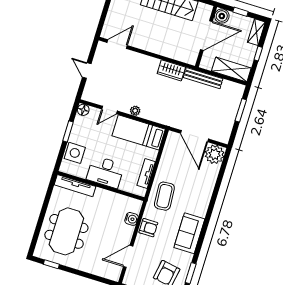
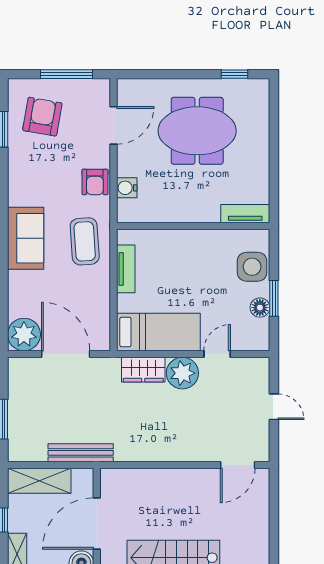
wardrobe: (171, 70) -> (143, 370), moved, turned 180
floor lamp: (83, 110) -> (260, 308), moved
plant: (135, 111) -> (182, 373), width x1.88, depth x1.88
desk: (105, 172) -> (193, 251), removed
tv unit: (75, 186) -> (245, 214), width x0.71
armchair: (148, 228) -> (95, 182), turned -90
meeting table: (66, 231) -> (197, 131), moved, turned 90
sofa: (189, 233) -> (26, 238), moved

